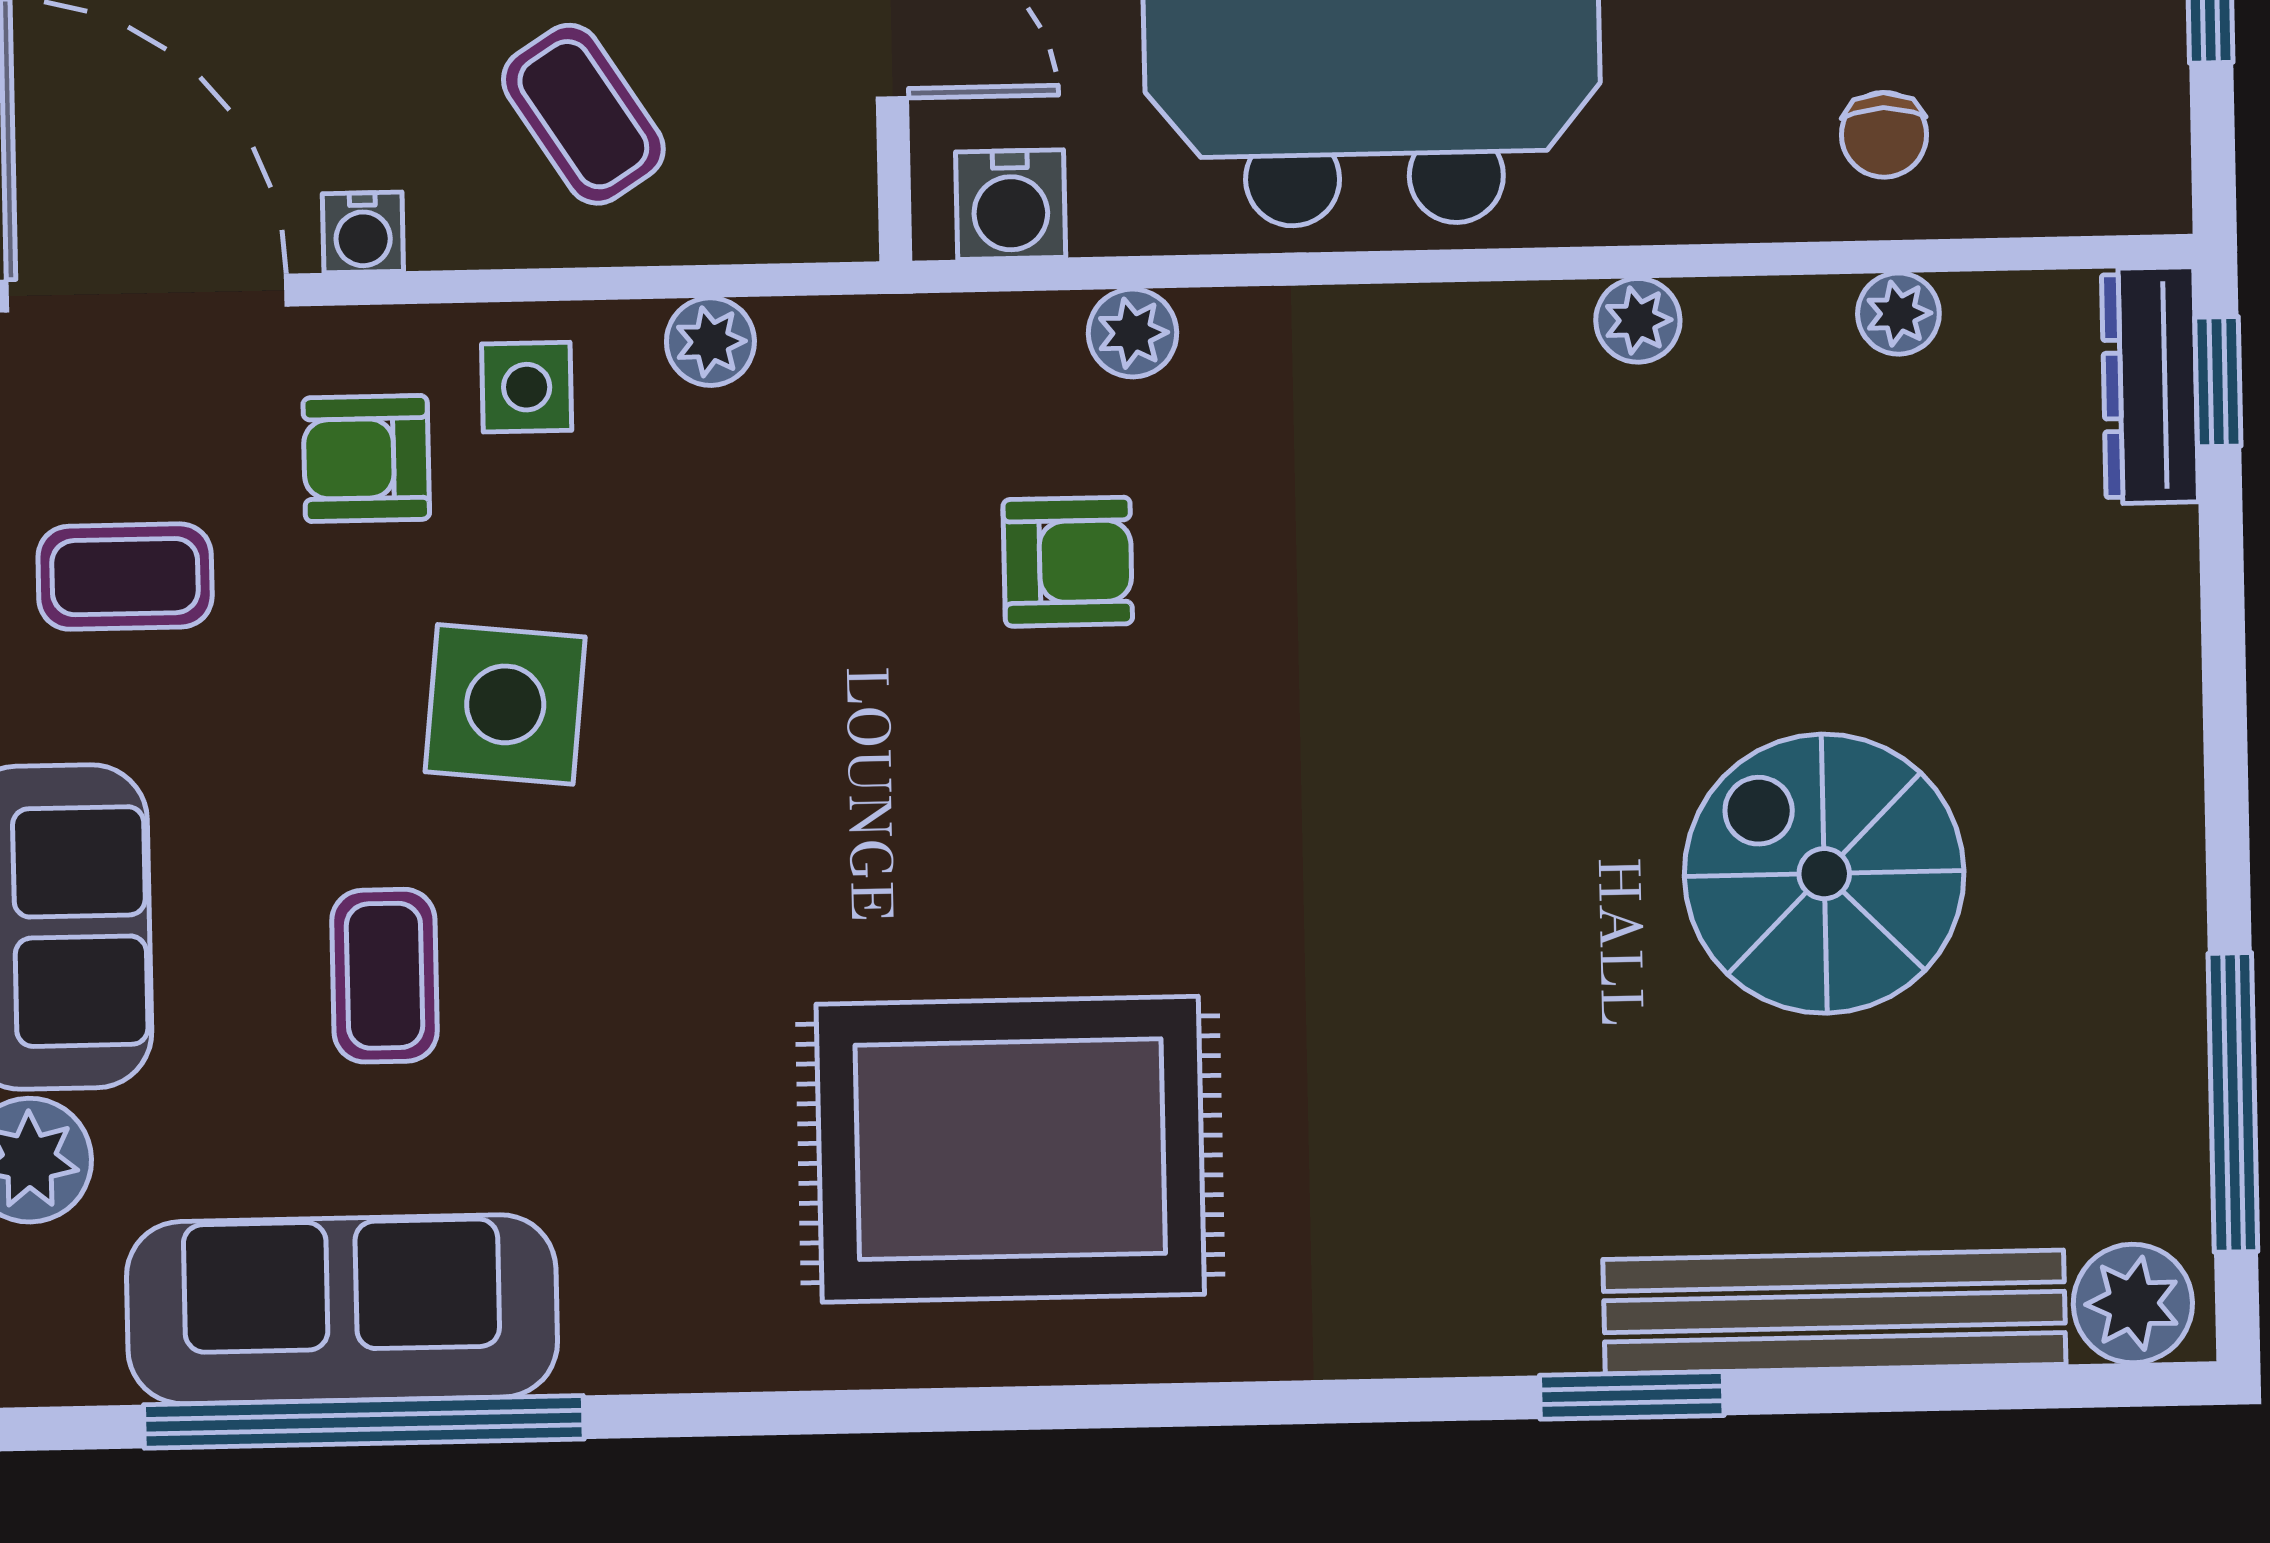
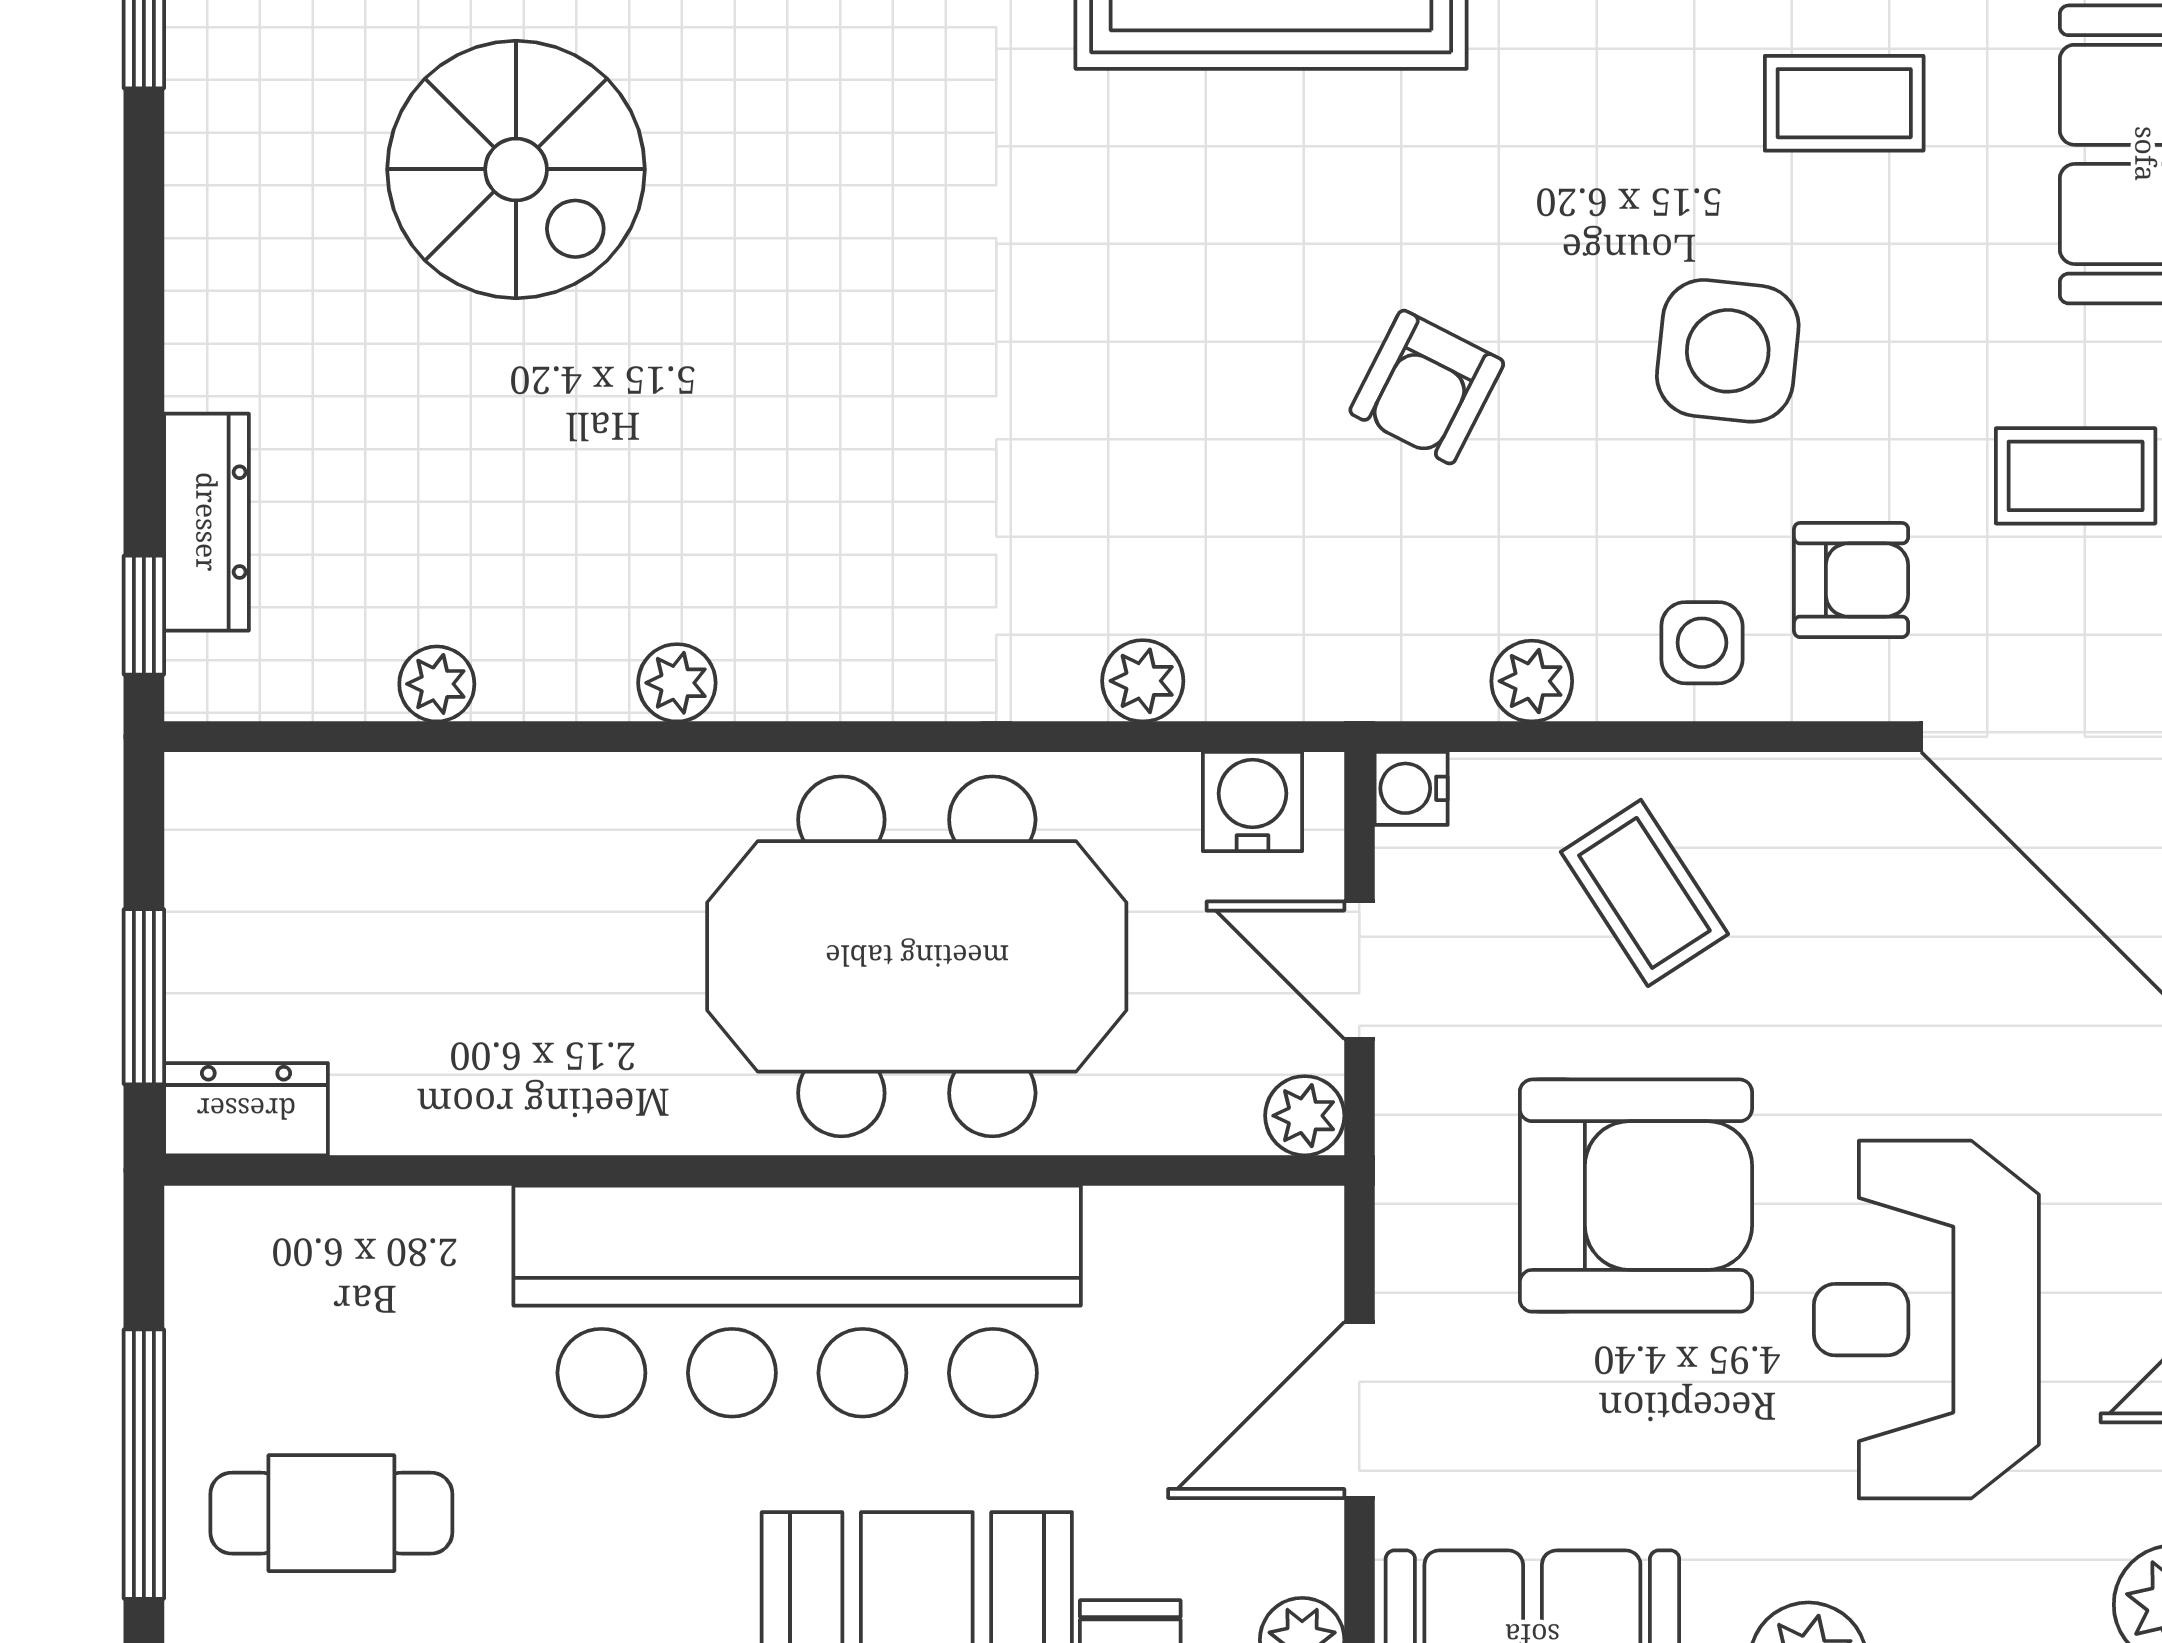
chair: (1884, 135) -> (447, 849), removed
water cooler: (363, 232) -> (1411, 788), moved, turned -90
dresser: (2150, 385) -> (207, 522), moved
armchair: (1068, 562) -> (1427, 387), moved, turned -63
coffee table: (385, 976) -> (1844, 103), turned 90

